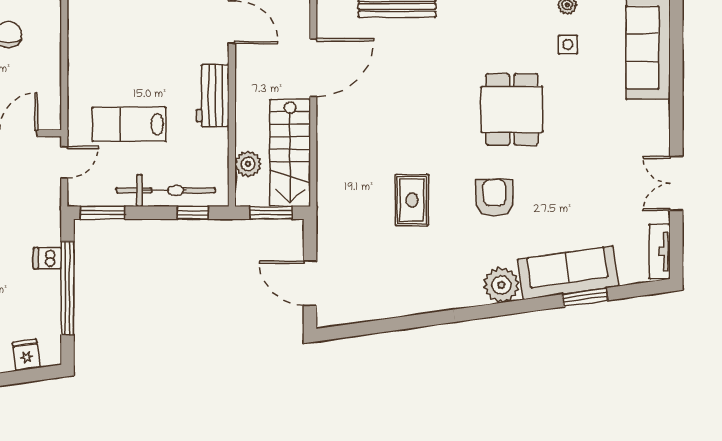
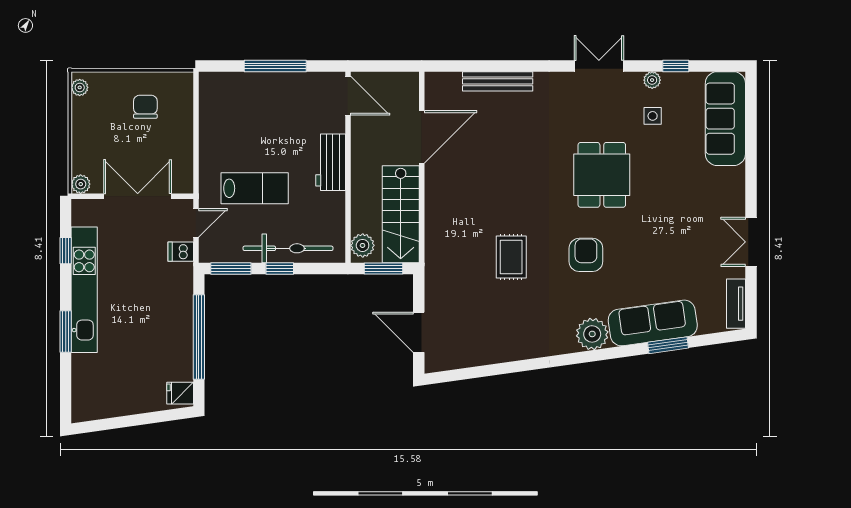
lab bench: (129, 124) -> (255, 188), turned 180
plant: (248, 164) -> (363, 245), moved
window: (193, 213) -> (280, 268), moved
dishwasher: (47, 258) -> (181, 252), moved
fridge: (26, 355) -> (180, 393), moved, turned -82

